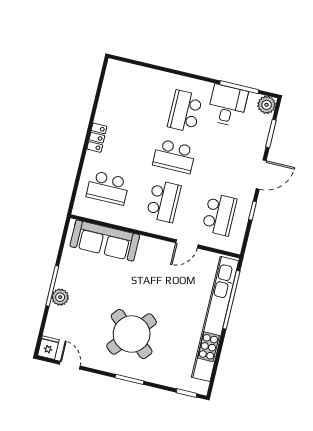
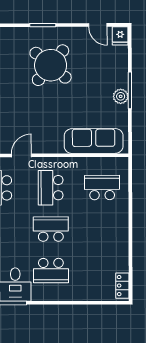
school desk: (185, 111) -> (51, 271), turned 90
locker: (97, 138) -> (122, 286), moved
plant: (60, 297) -> (121, 96), moved

